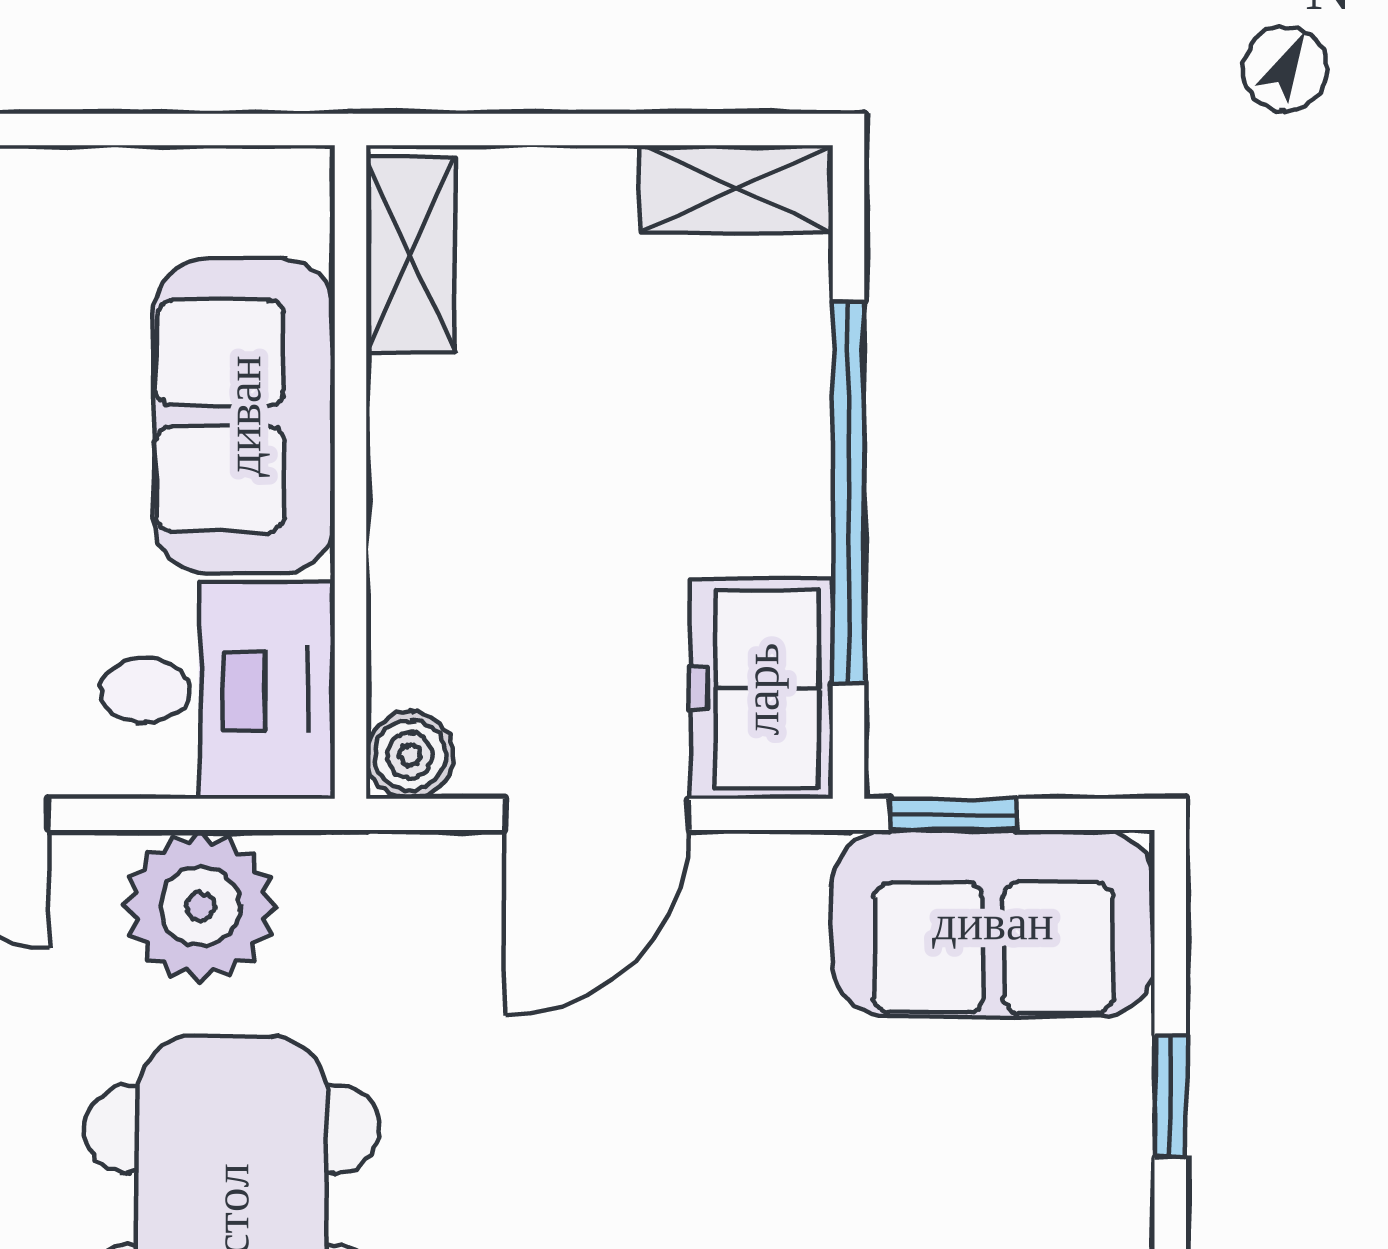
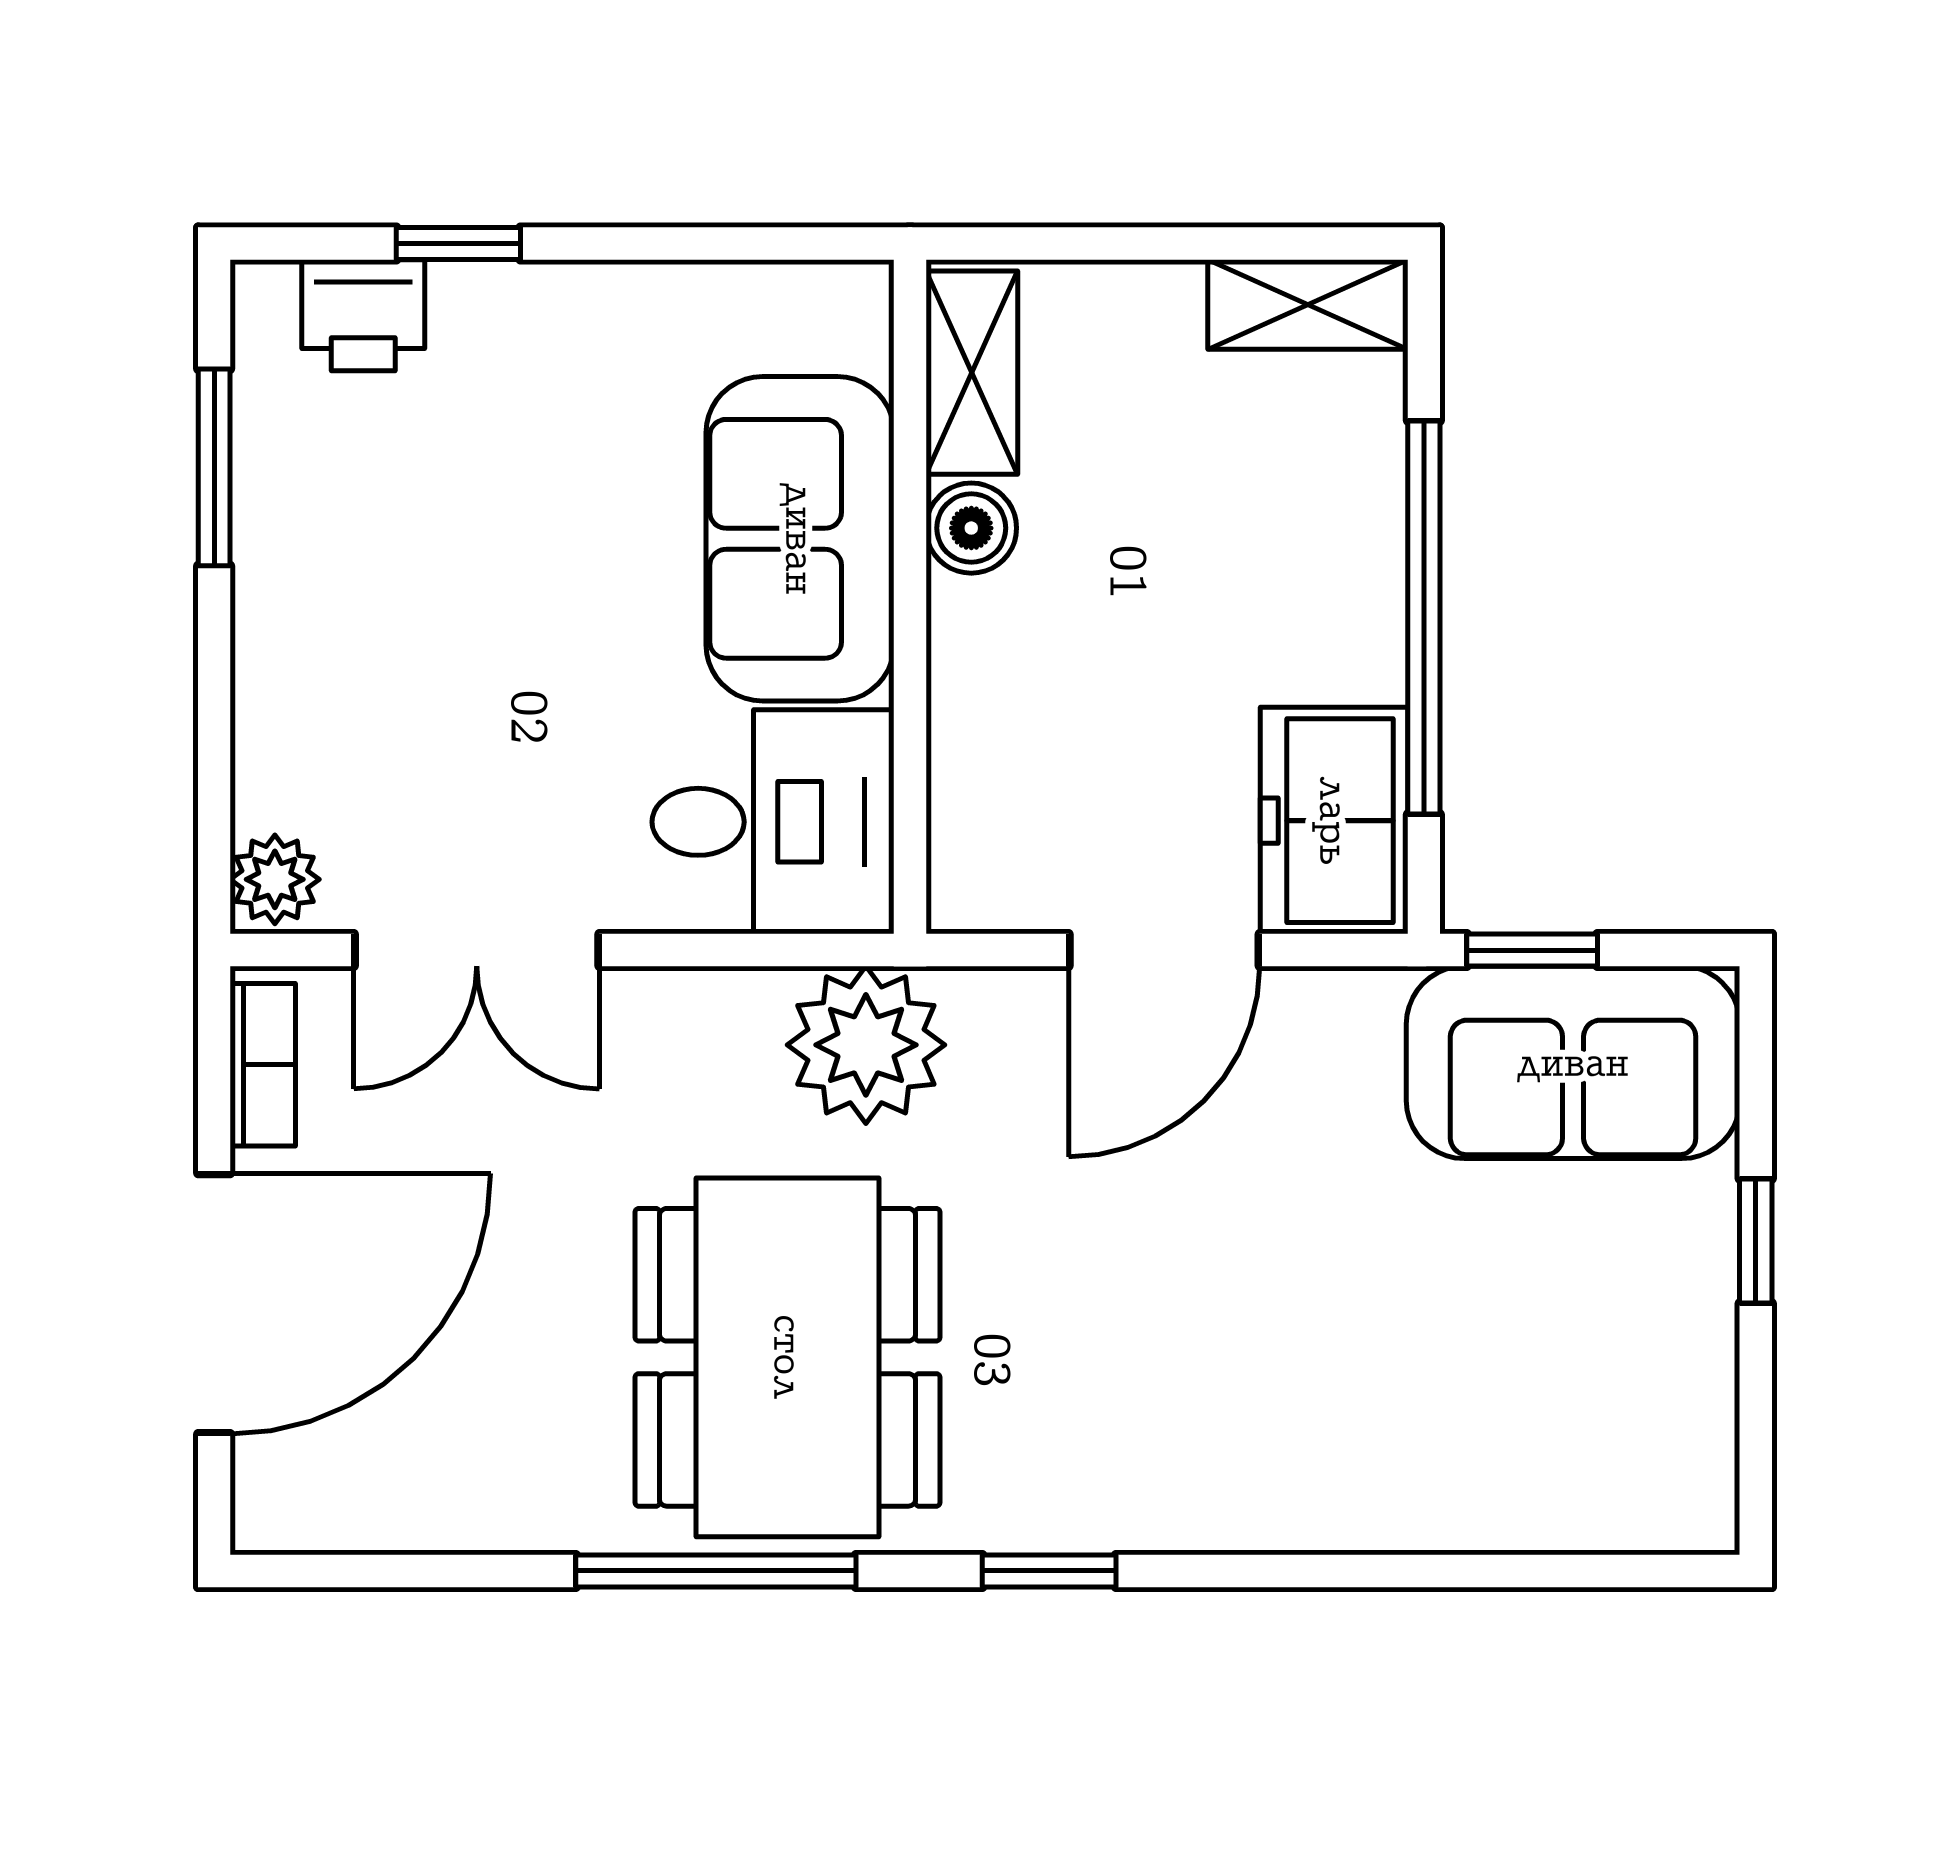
boiler: (410, 755) -> (971, 528), moved
plant: (200, 906) -> (866, 1045), moved

